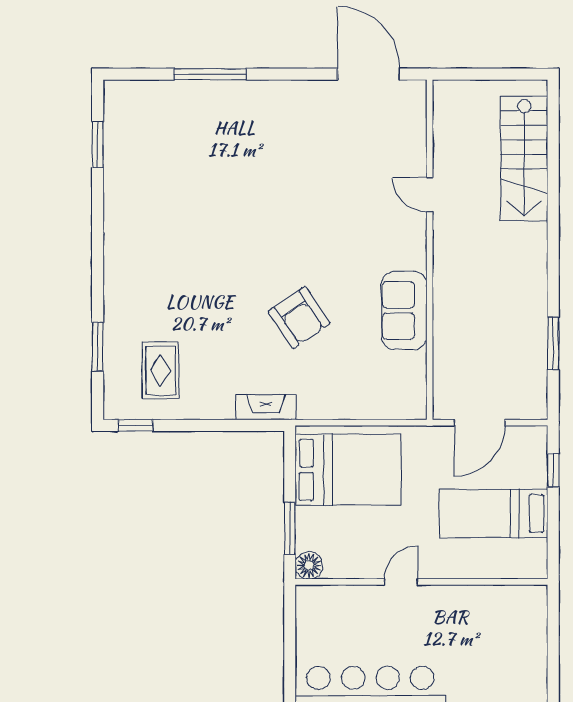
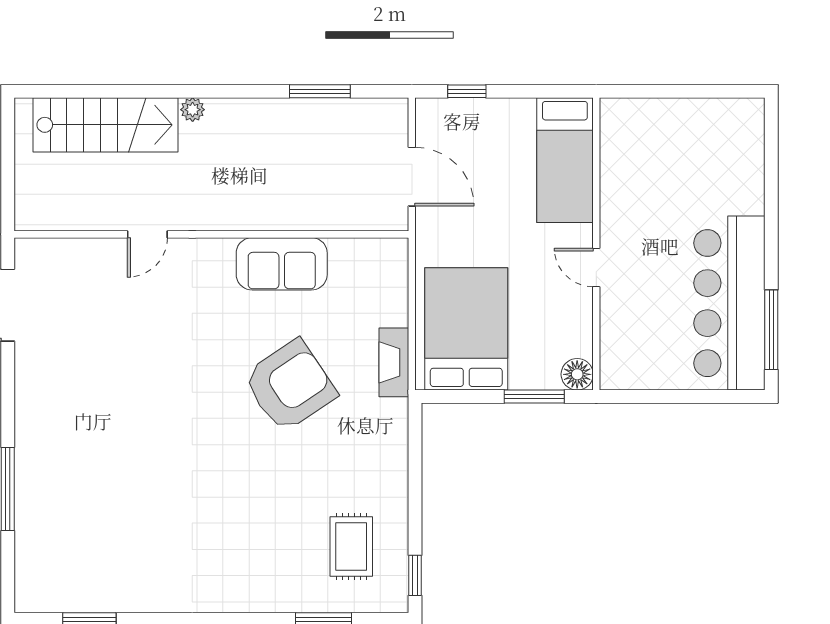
plant: (537, 234) -> (193, 110), added
armchair: (299, 318) -> (290, 386), width x1.36, depth x1.36
rug: (160, 370) -> (351, 546), turned 90
fireplace: (266, 407) -> (394, 362), moved
bed: (494, 513) -> (565, 160), moved

